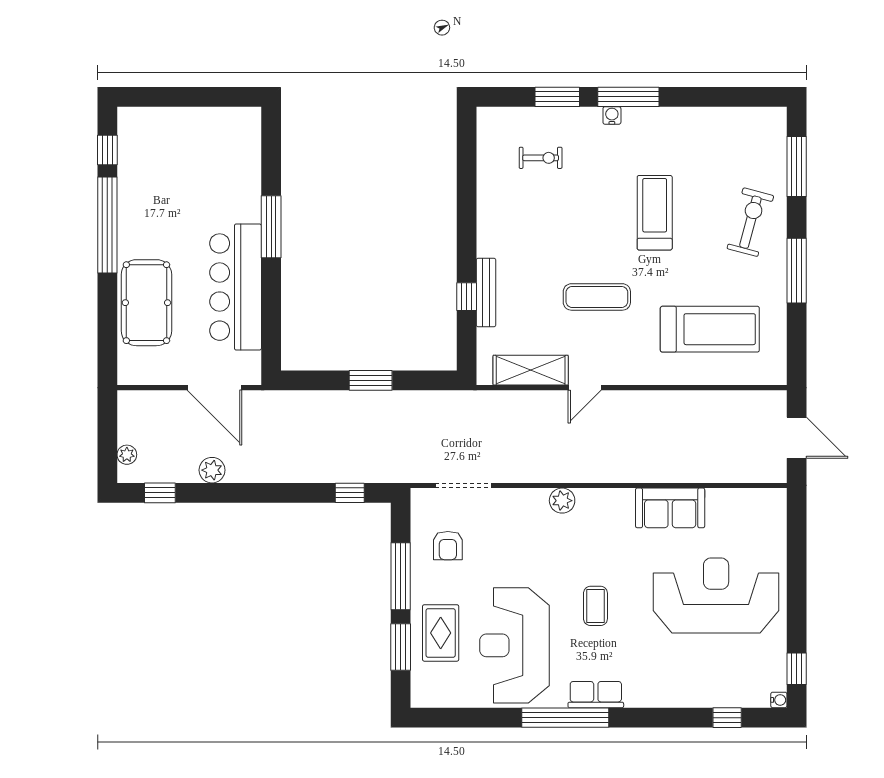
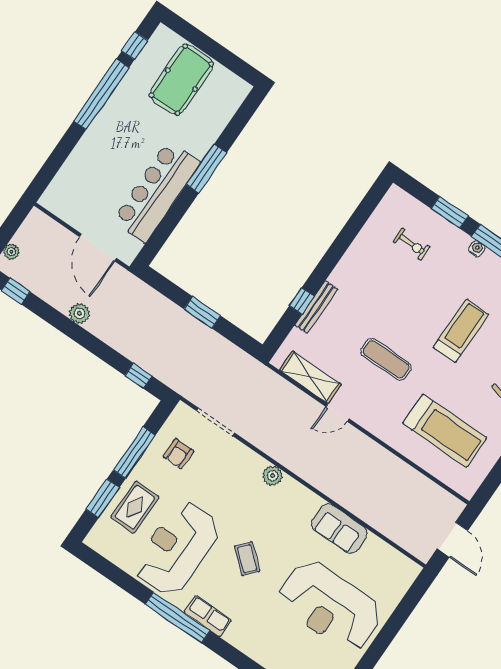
pool table: (146, 303) -> (181, 80), moved
plant: (212, 470) -> (79, 313), moved
reception desk: (716, 595) -> (330, 606), turned 180
coffee table: (595, 606) -> (247, 559), turned -49

